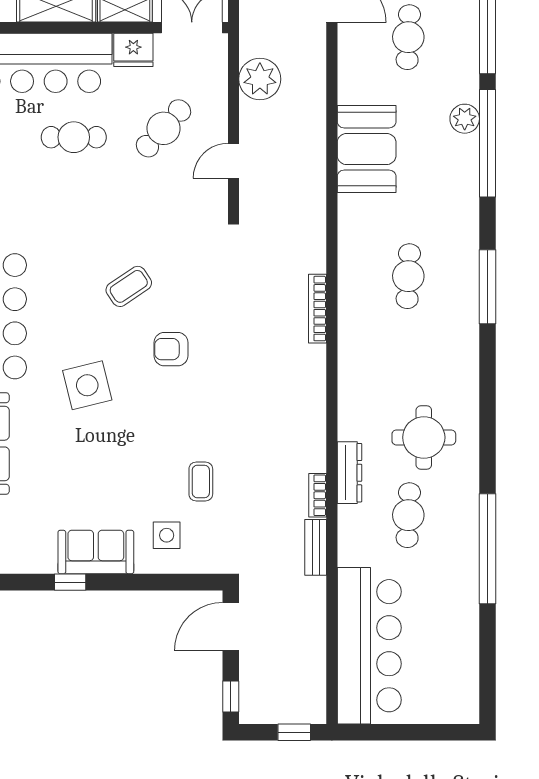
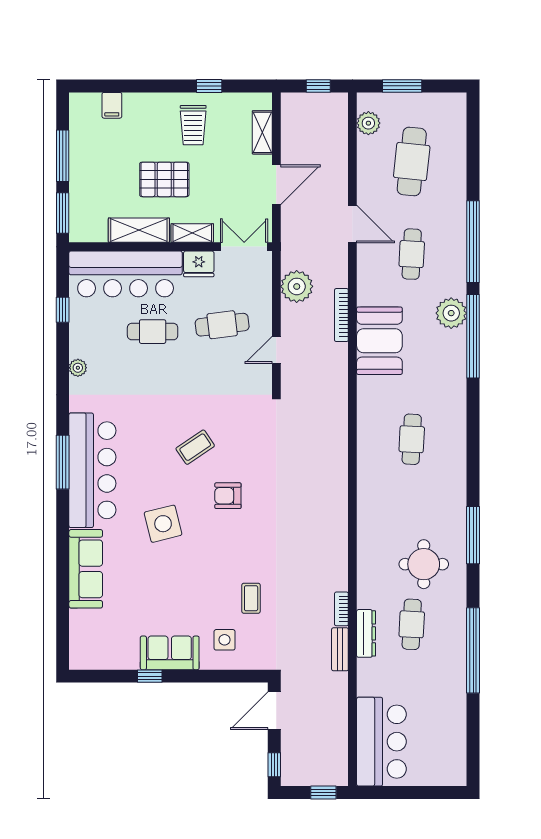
plant: (465, 119) -> (451, 313), width x1.36, depth x1.36
cafe table: (164, 128) -> (222, 325), turned 41
window: (487, 287) -> (473, 535), moved
bookcase: (318, 309) -> (341, 315), moved
dresser: (349, 473) -> (366, 633), moved
bar counter: (369, 646) -> (381, 742), width x0.73

